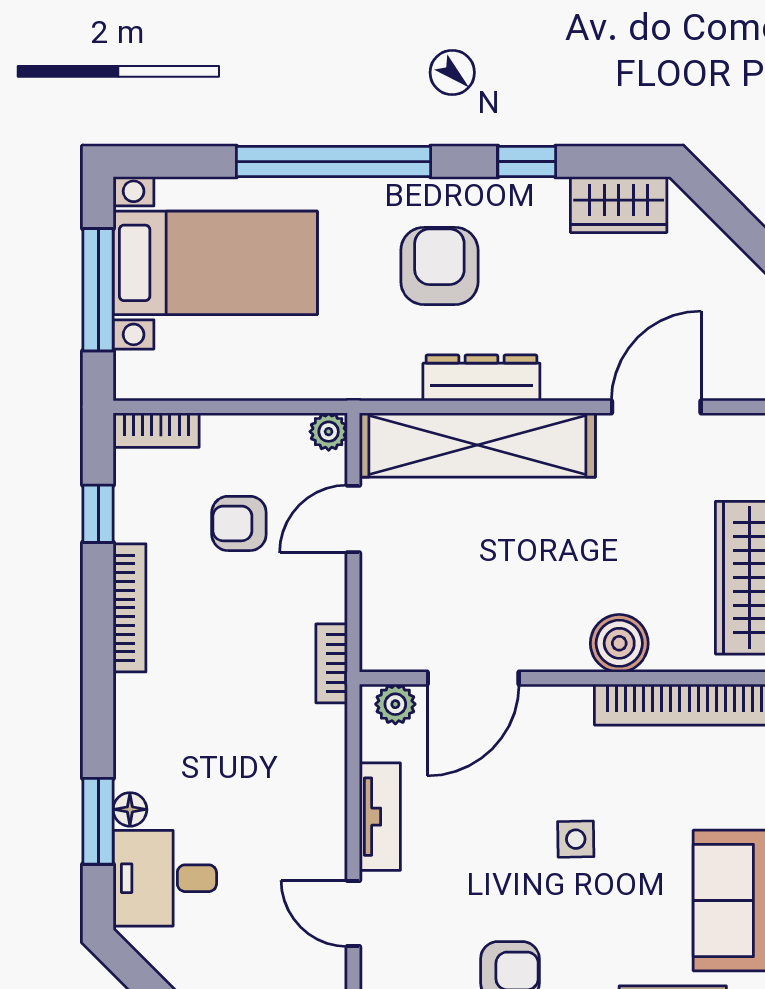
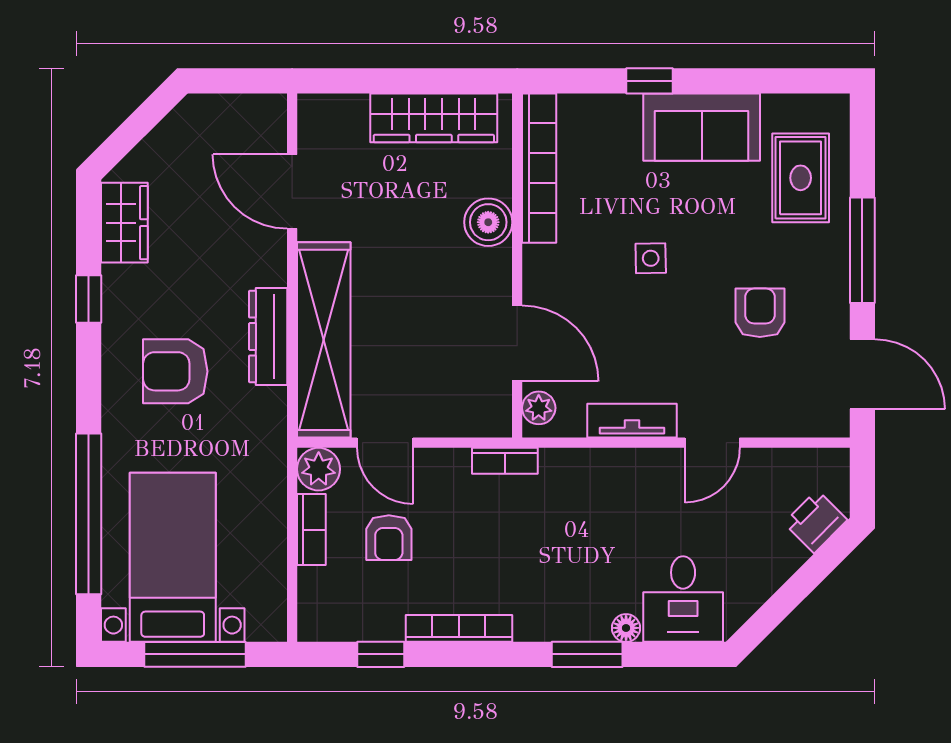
window: (333, 162) -> (89, 514), moved
bookcase: (156, 430) -> (311, 530), moved
plant: (329, 432) -> (319, 469), width x1.38, depth x1.38
window: (98, 821) -> (587, 654), moved

